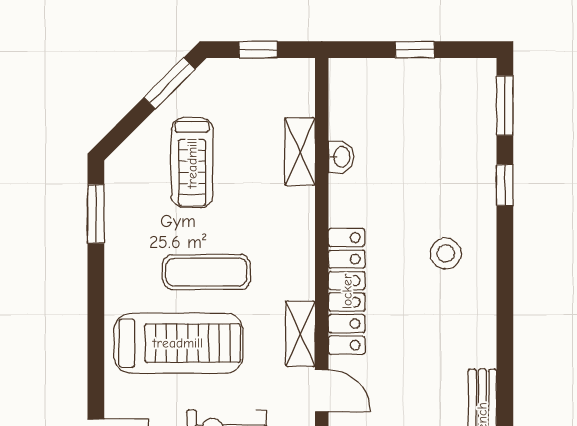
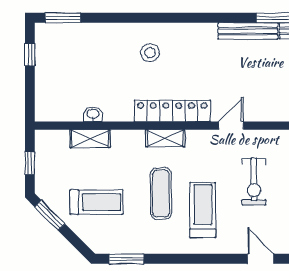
window: (415, 50) -> (30, 55), moved
window: (505, 185) -> (110, 18), removed
shelving: (300, 334) -> (165, 138), moved
treadmill: (178, 343) -> (203, 210), width x0.73, depth x0.73

